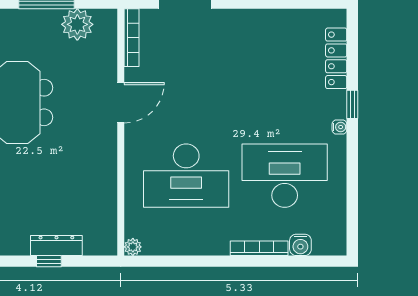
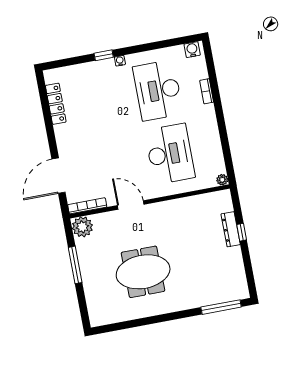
plant: (77, 24) -> (82, 227), moved
locker: (336, 58) -> (56, 104), moved, turned -90
water cooler: (300, 245) -> (192, 50), moved, turned -90
bookcase: (259, 248) -> (207, 91), width x0.64

